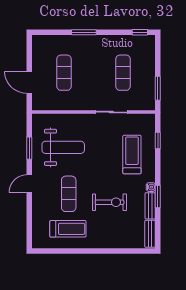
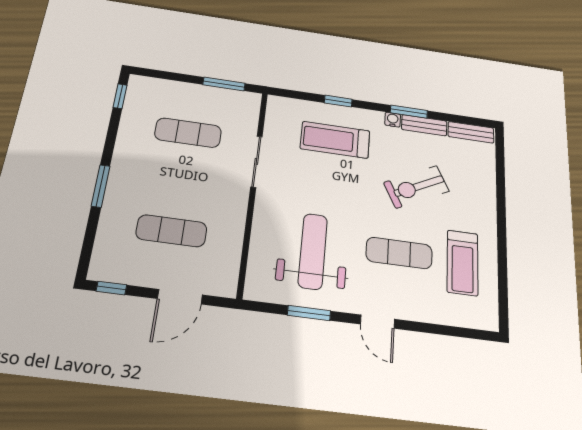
window: (29, 48) -> (111, 288), added
window: (158, 141) -> (338, 101), moved
exercise bike: (110, 202) -> (416, 187), turned -117
treadmill: (68, 229) -> (463, 263), turned 180

